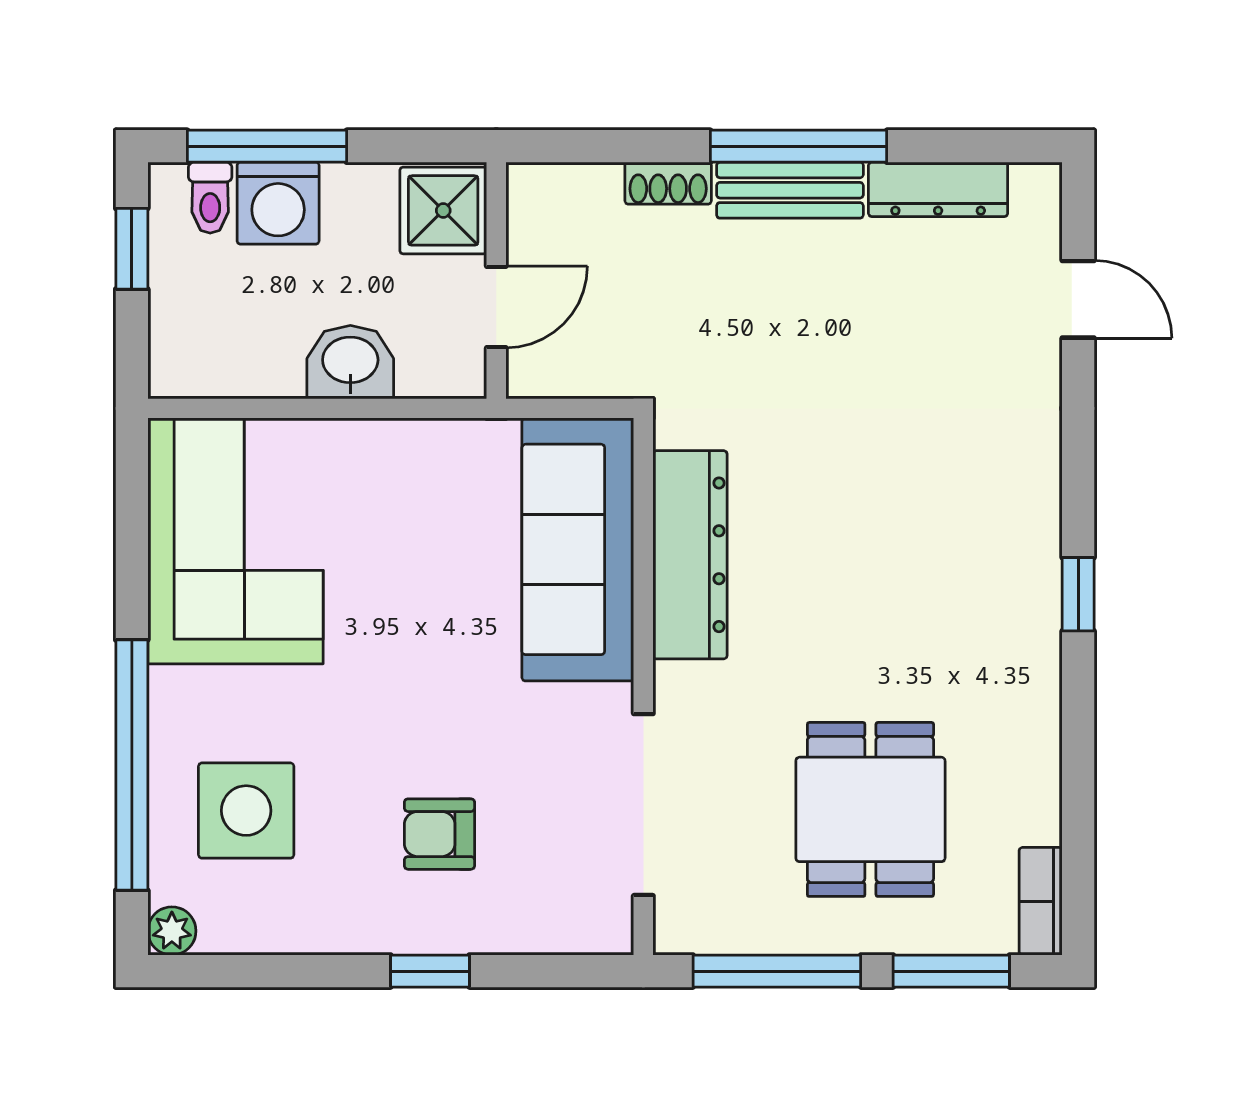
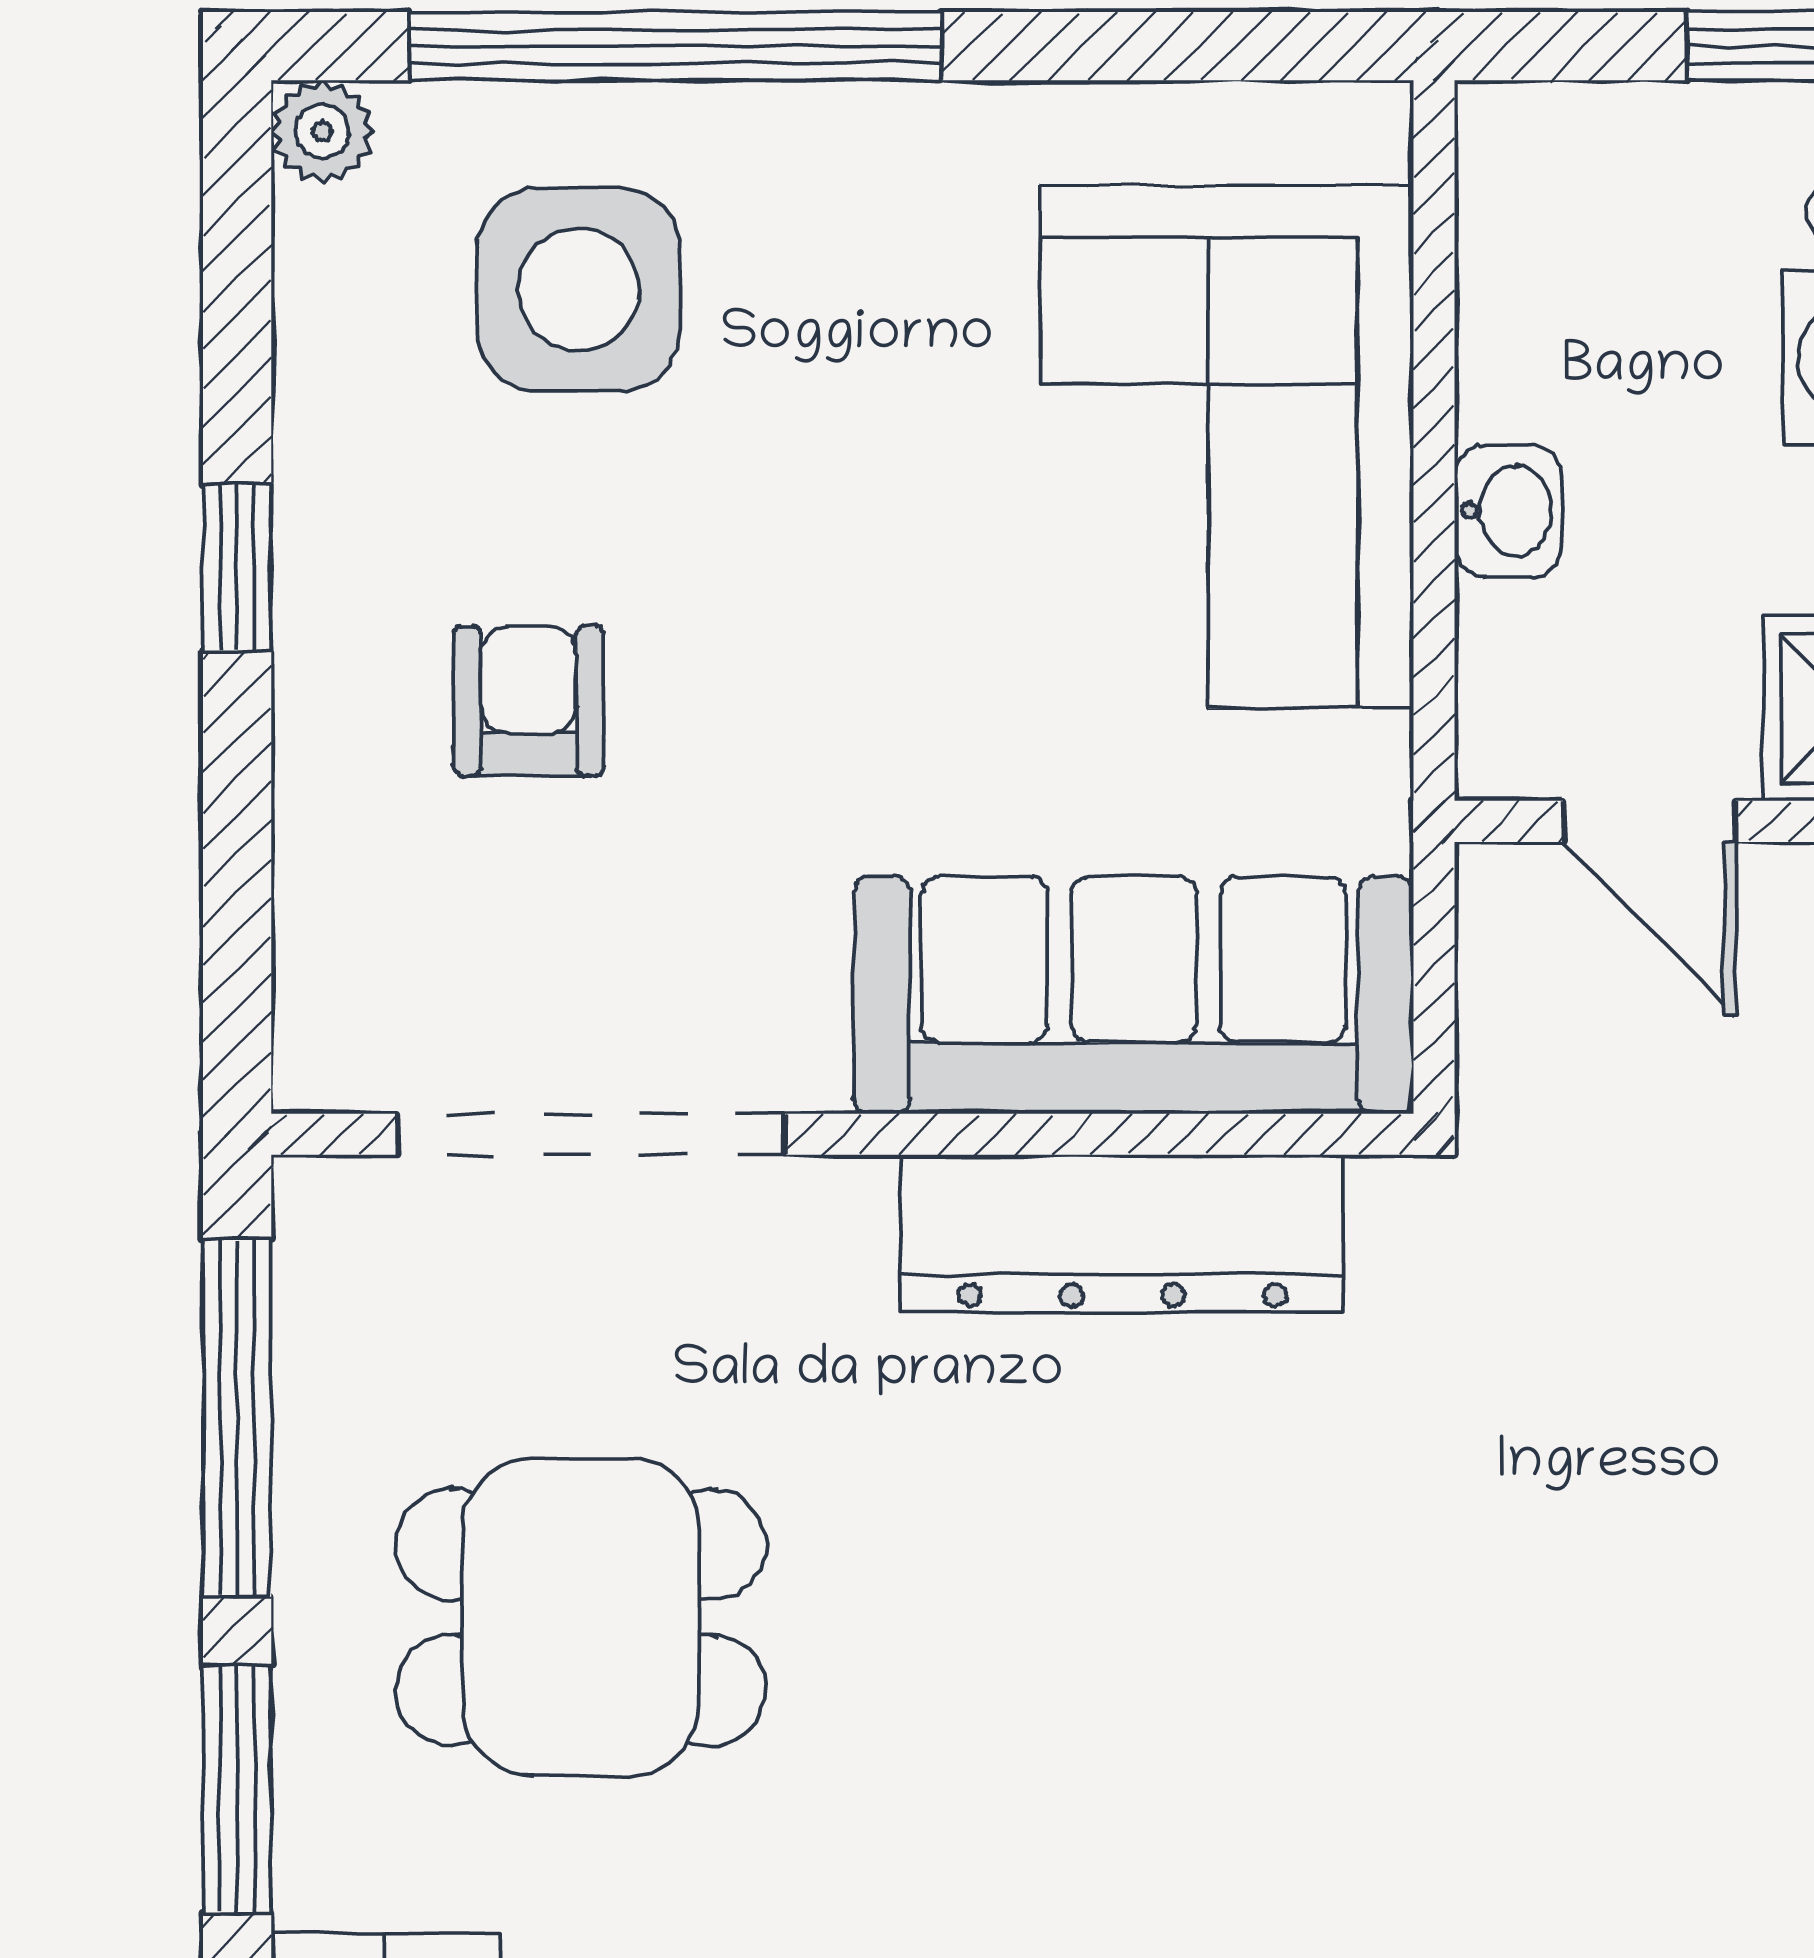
washbasin: (350, 362) -> (1508, 511), width x0.72, depth x0.69
corner sofa: (235, 541) -> (1227, 447), moved, turned 90
window: (430, 971) -> (237, 567), moved

